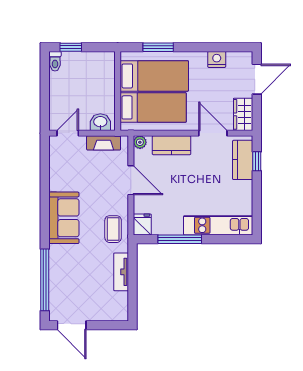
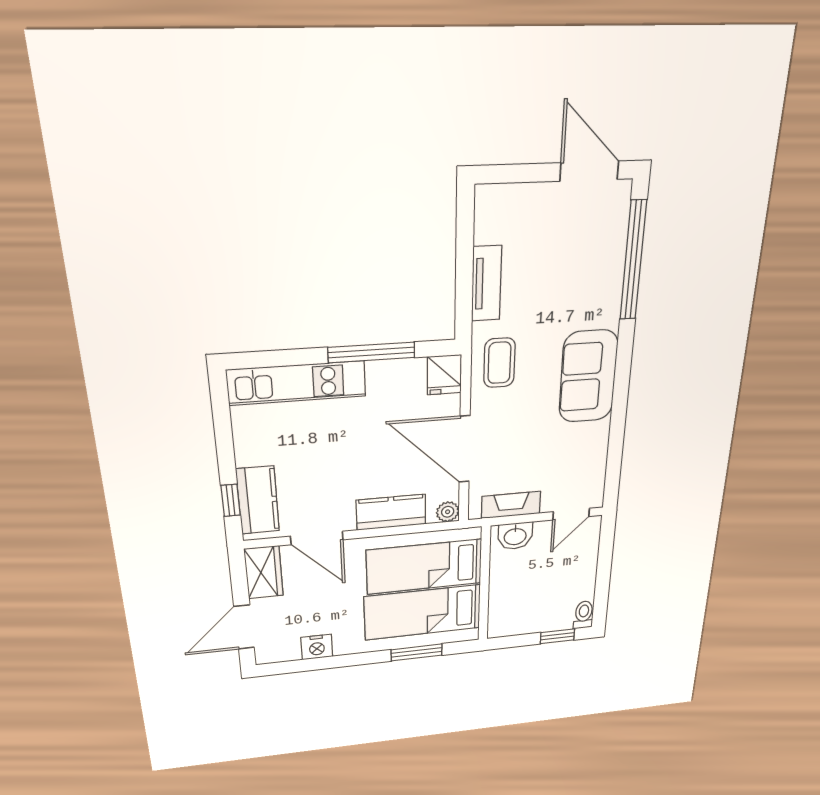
door: (131, 180) -> (465, 449), width x1.36

